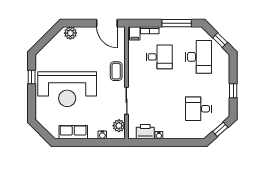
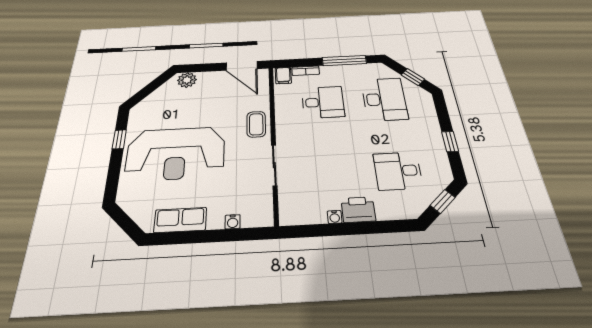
plant: (119, 126) -> (262, 205), removed
printer: (145, 132) -> (358, 210), moved

